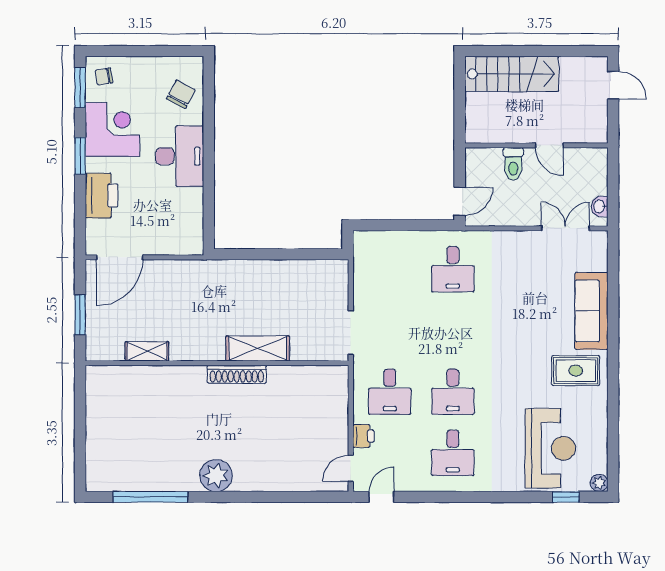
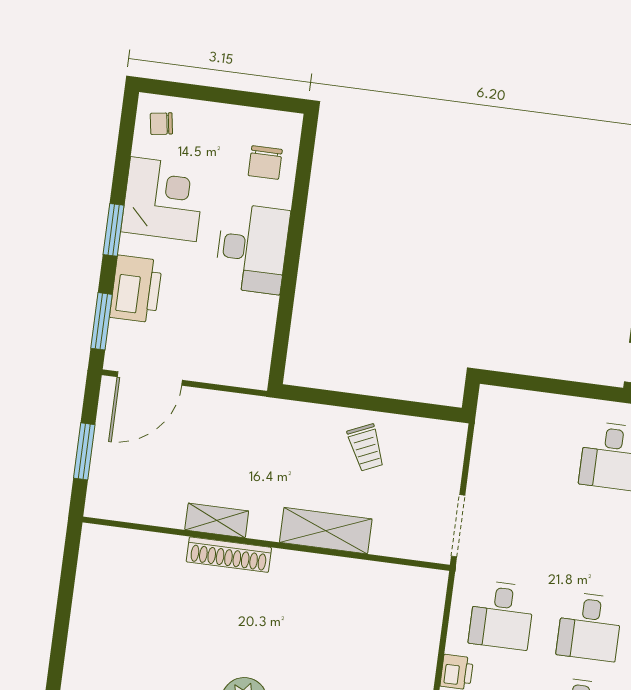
window: (80, 87) -> (101, 321), moved
chair: (181, 94) -> (265, 163), turned 152
trolley: (278, 286) -> (366, 448), added
shelving: (147, 351) -> (217, 520), moved
shoe rack: (237, 374) -> (229, 555), moved

